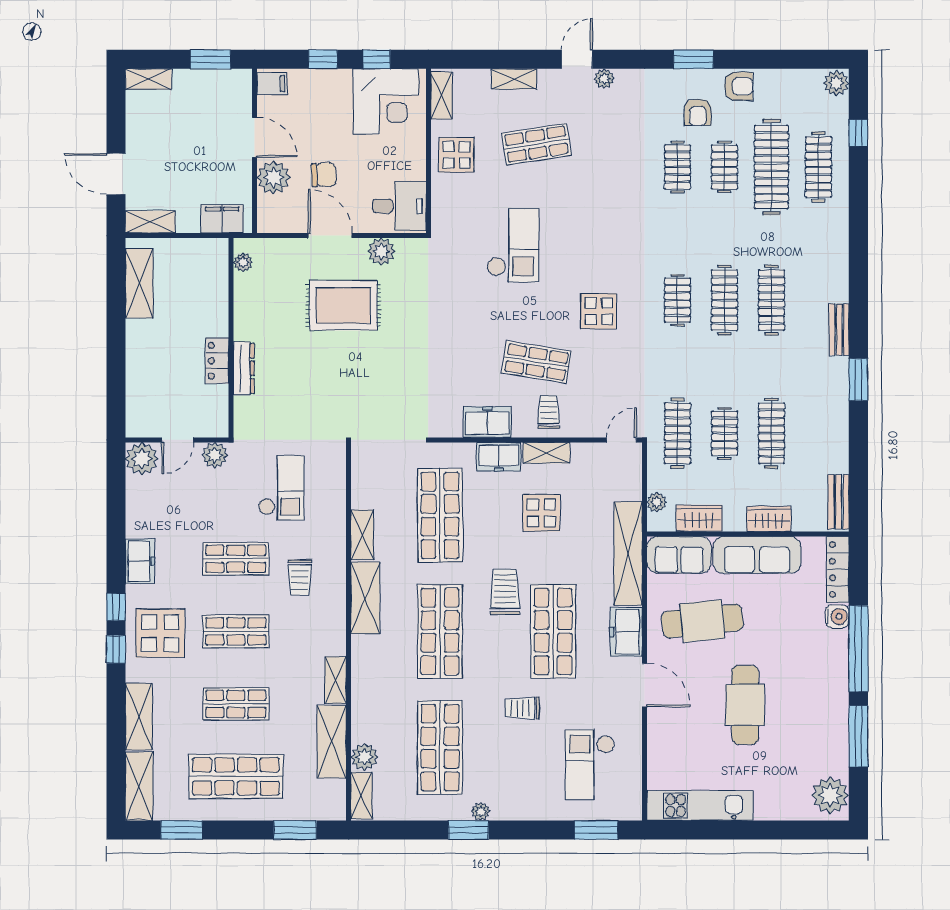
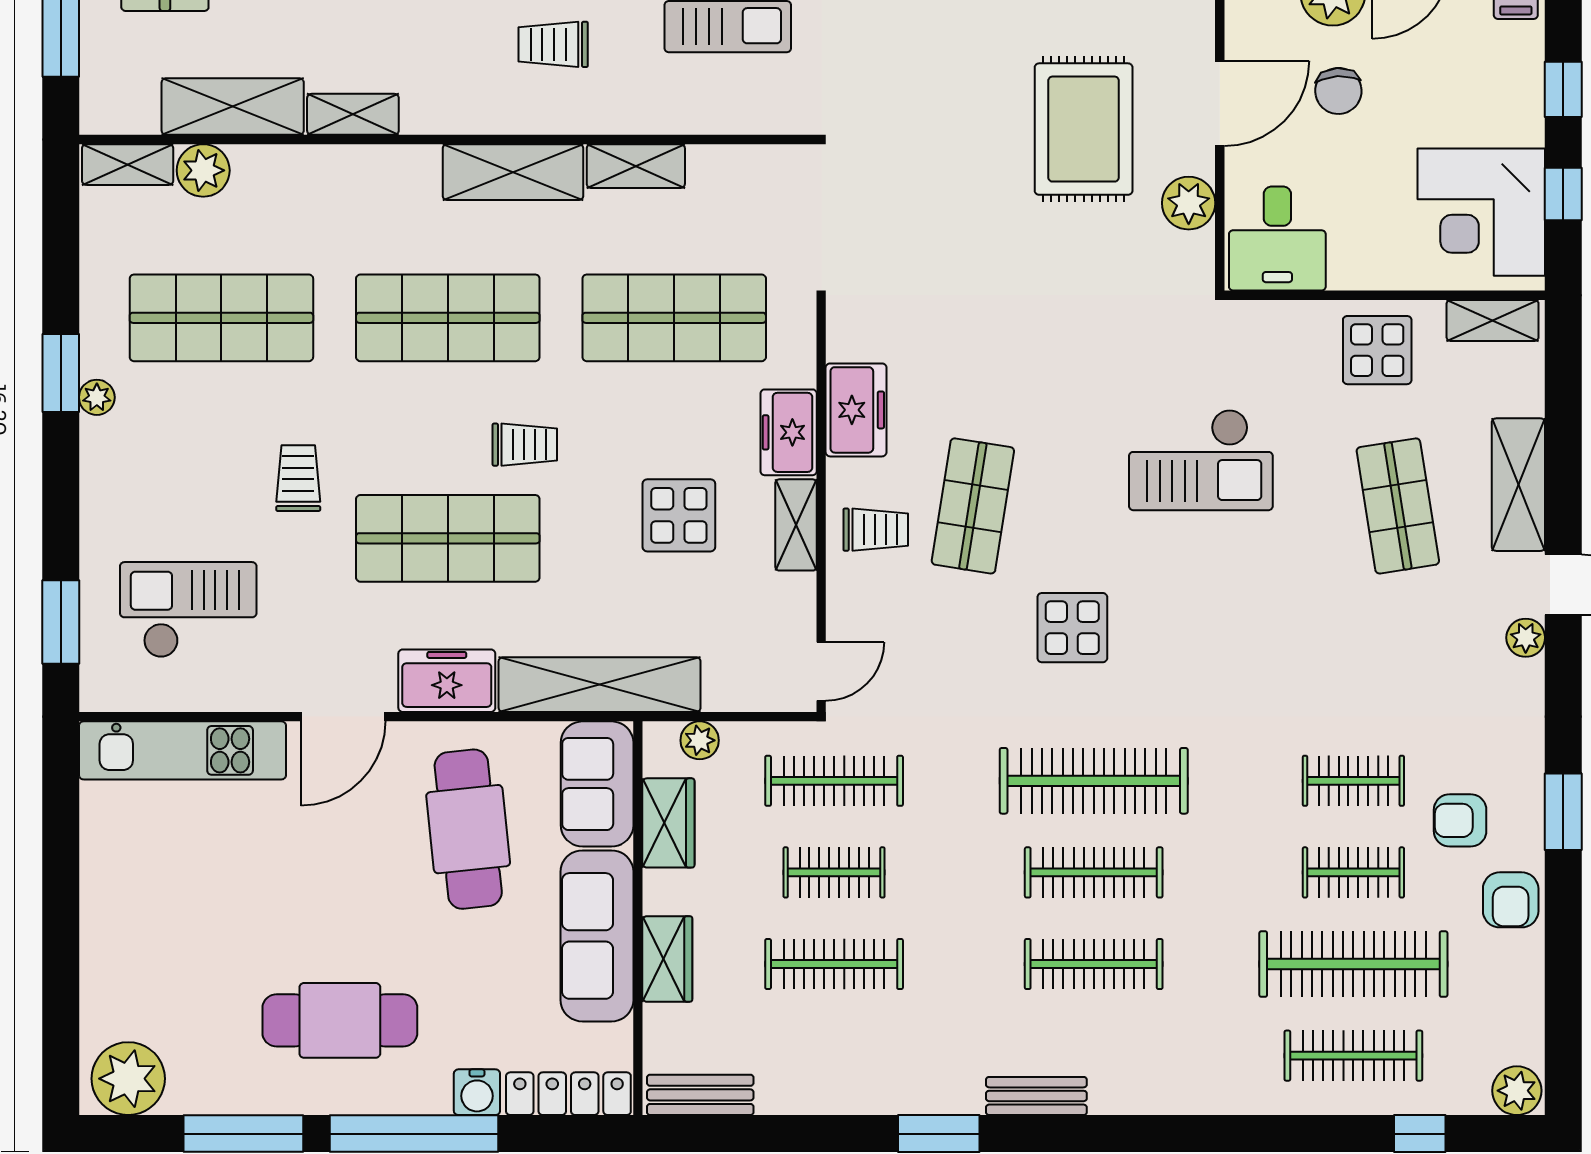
shelving: (514, 79) -> (1518, 485), width x1.50, depth x1.33
clothes rail: (677, 300) -> (1094, 781), width x1.86, depth x1.31
door: (621, 440) -> (821, 671), hinge flipped
trolley: (505, 592) -> (525, 445), width x0.73, depth x0.72
cafe table: (745, 705) -> (340, 1020), moved
kitchen unit: (700, 806) -> (182, 750), moved, turned 90

